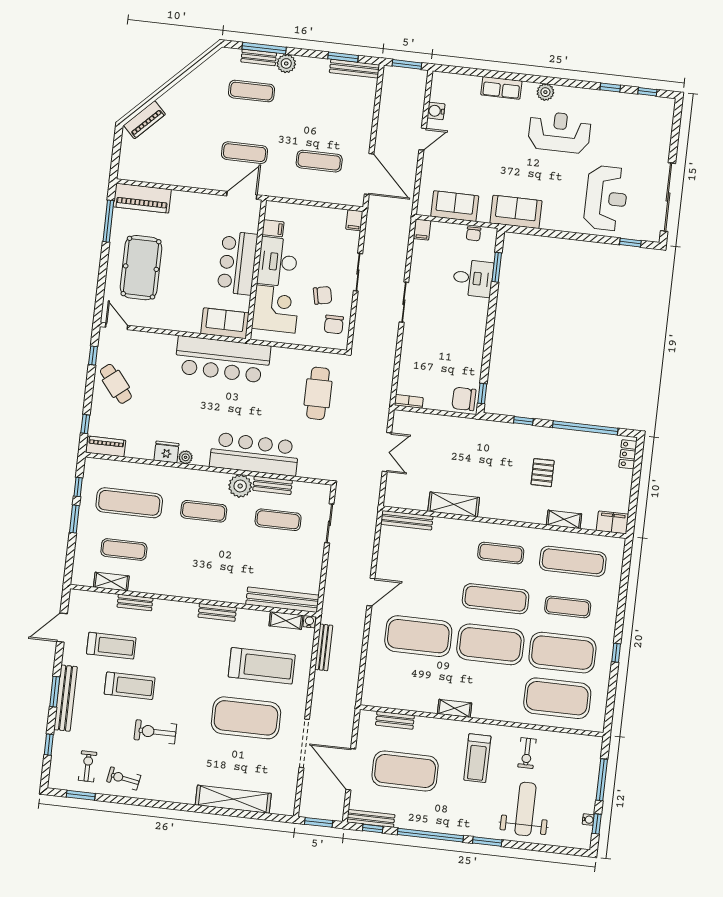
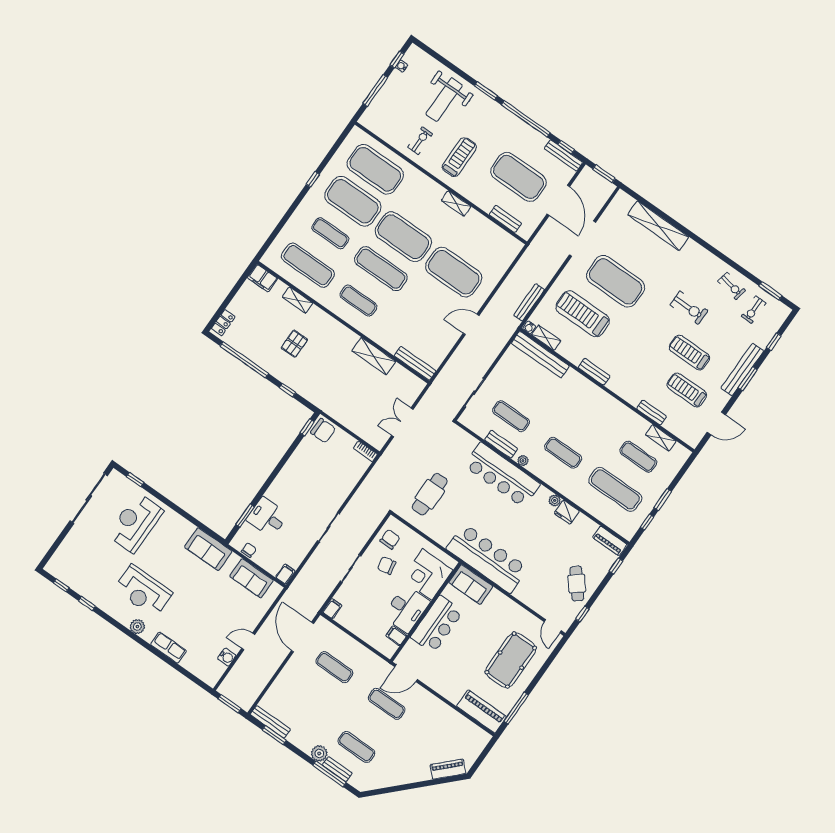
plant: (240, 486) -> (523, 461), width x0.53, depth x0.53

